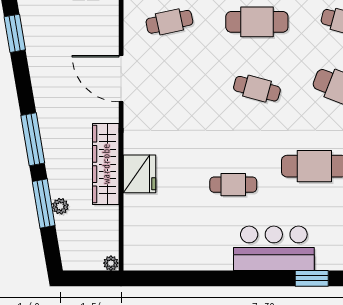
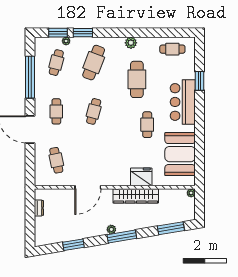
cafe table: (257, 22) -> (56, 111), width x0.73, depth x0.74
window: (15, 33) -> (73, 245), moved
window: (44, 204) -> (171, 228), moved
plant: (60, 206) -> (111, 229), moved
booth: (181, 244) -> (180, 154), added

